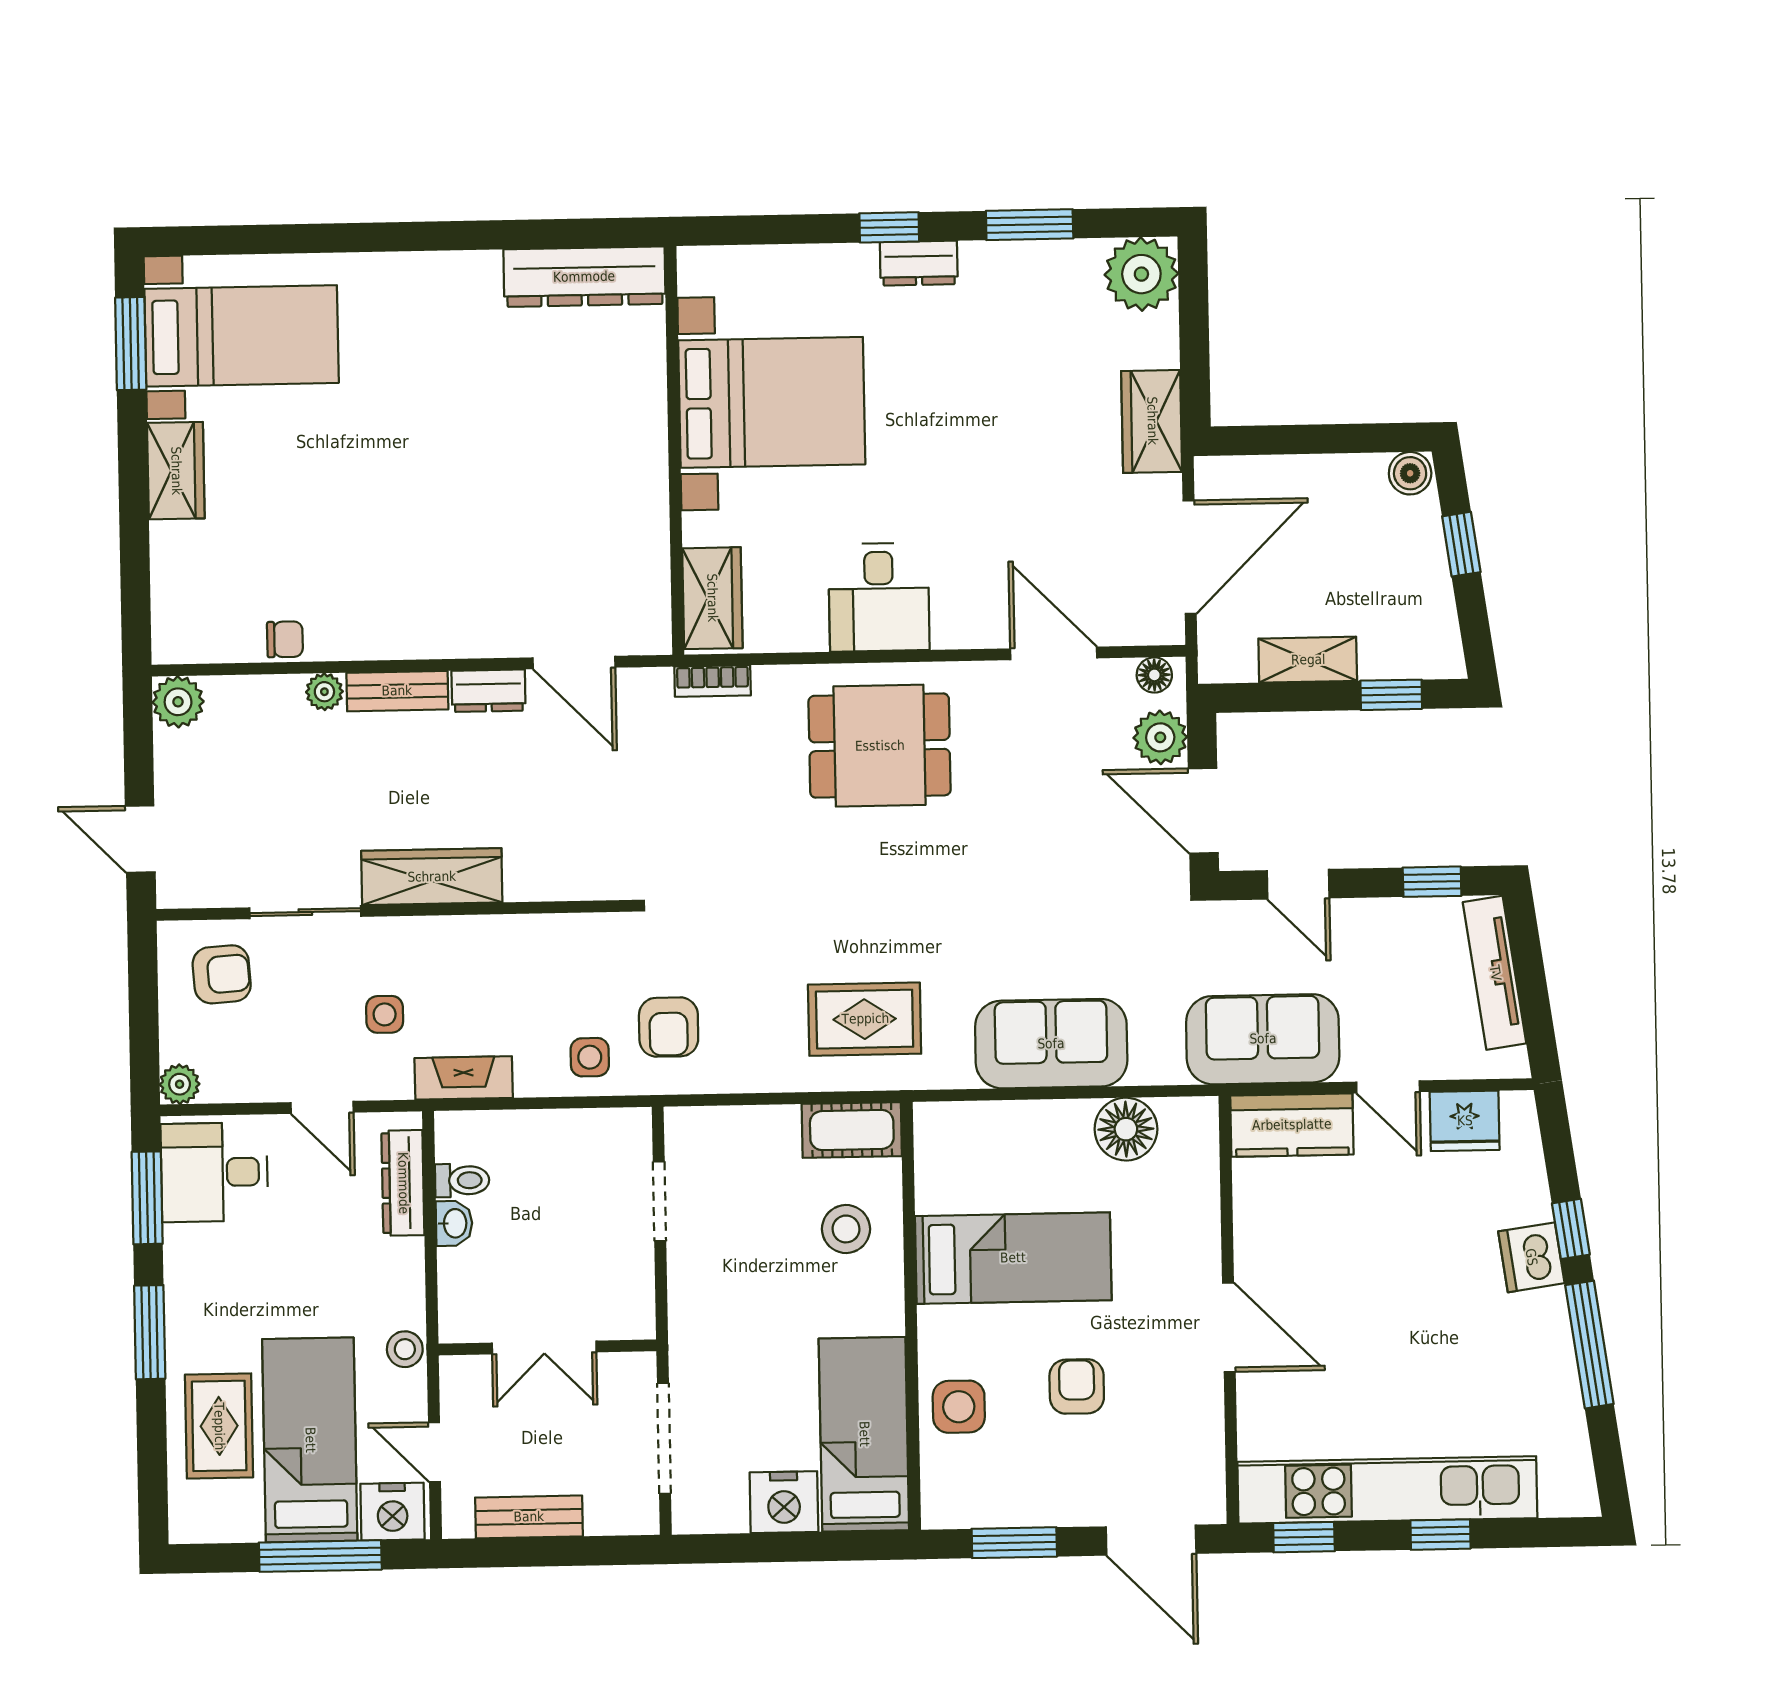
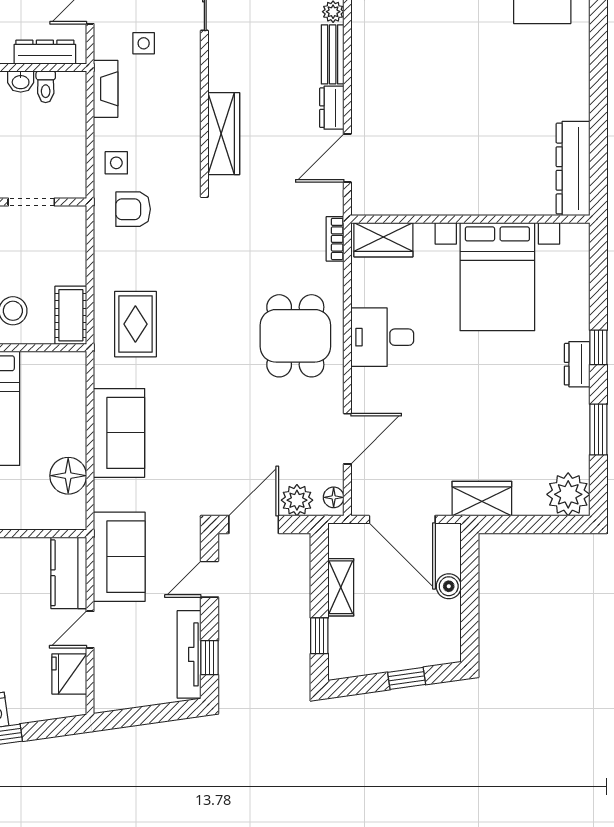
boiler: (1410, 473) -> (449, 586), moved
wardrobe: (432, 877) -> (224, 134), moved
tv unit: (1495, 973) -> (189, 654), moved, turned -82

